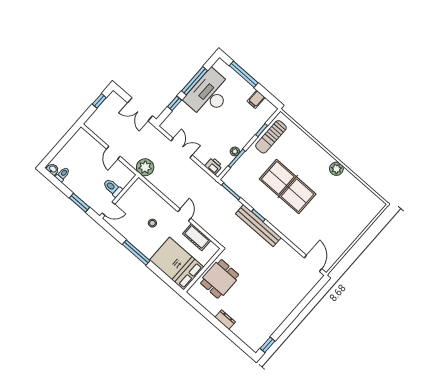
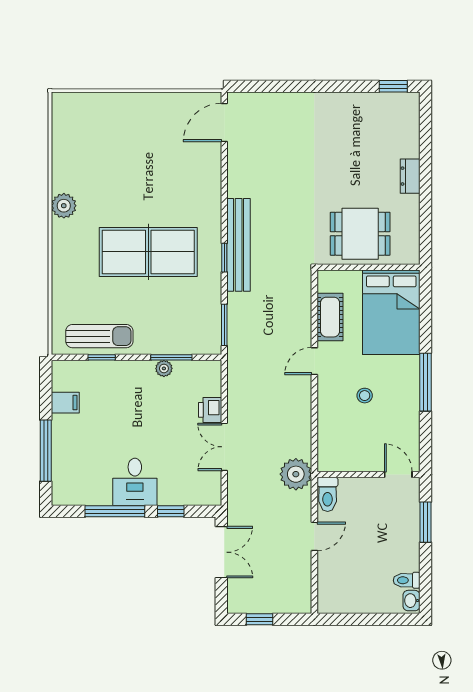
desk: (209, 94) -> (135, 482), width x0.53, depth x0.77
printer: (214, 166) -> (210, 410), moved
table tennis table: (288, 187) -> (148, 252), turned 90
toilet: (113, 188) -> (328, 494), moved

